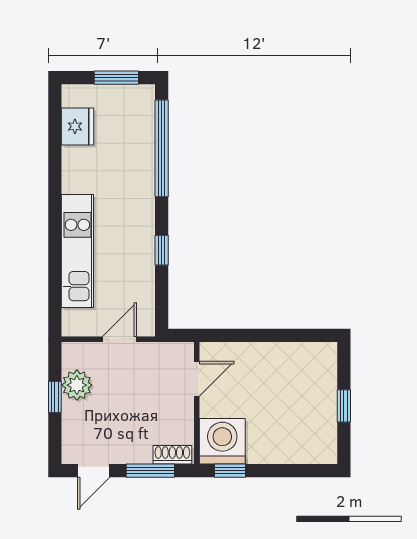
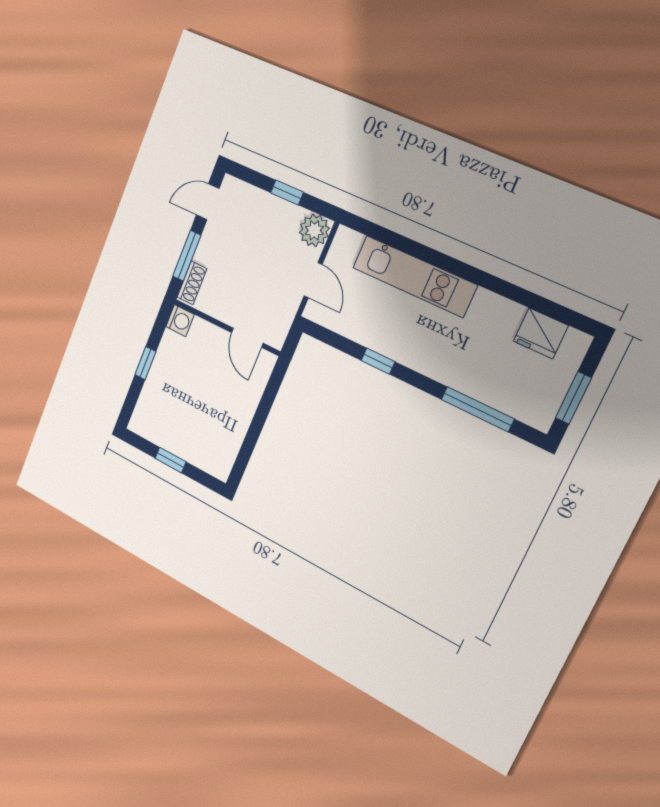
window: (162, 148) -> (478, 409), width x0.68
plant: (77, 385) -> (314, 230), moved
washing machine: (222, 441) -> (180, 321), width x0.53, depth x0.53
door: (94, 471) -> (208, 202), hinge flipped
window: (230, 471) -> (145, 363), moved

